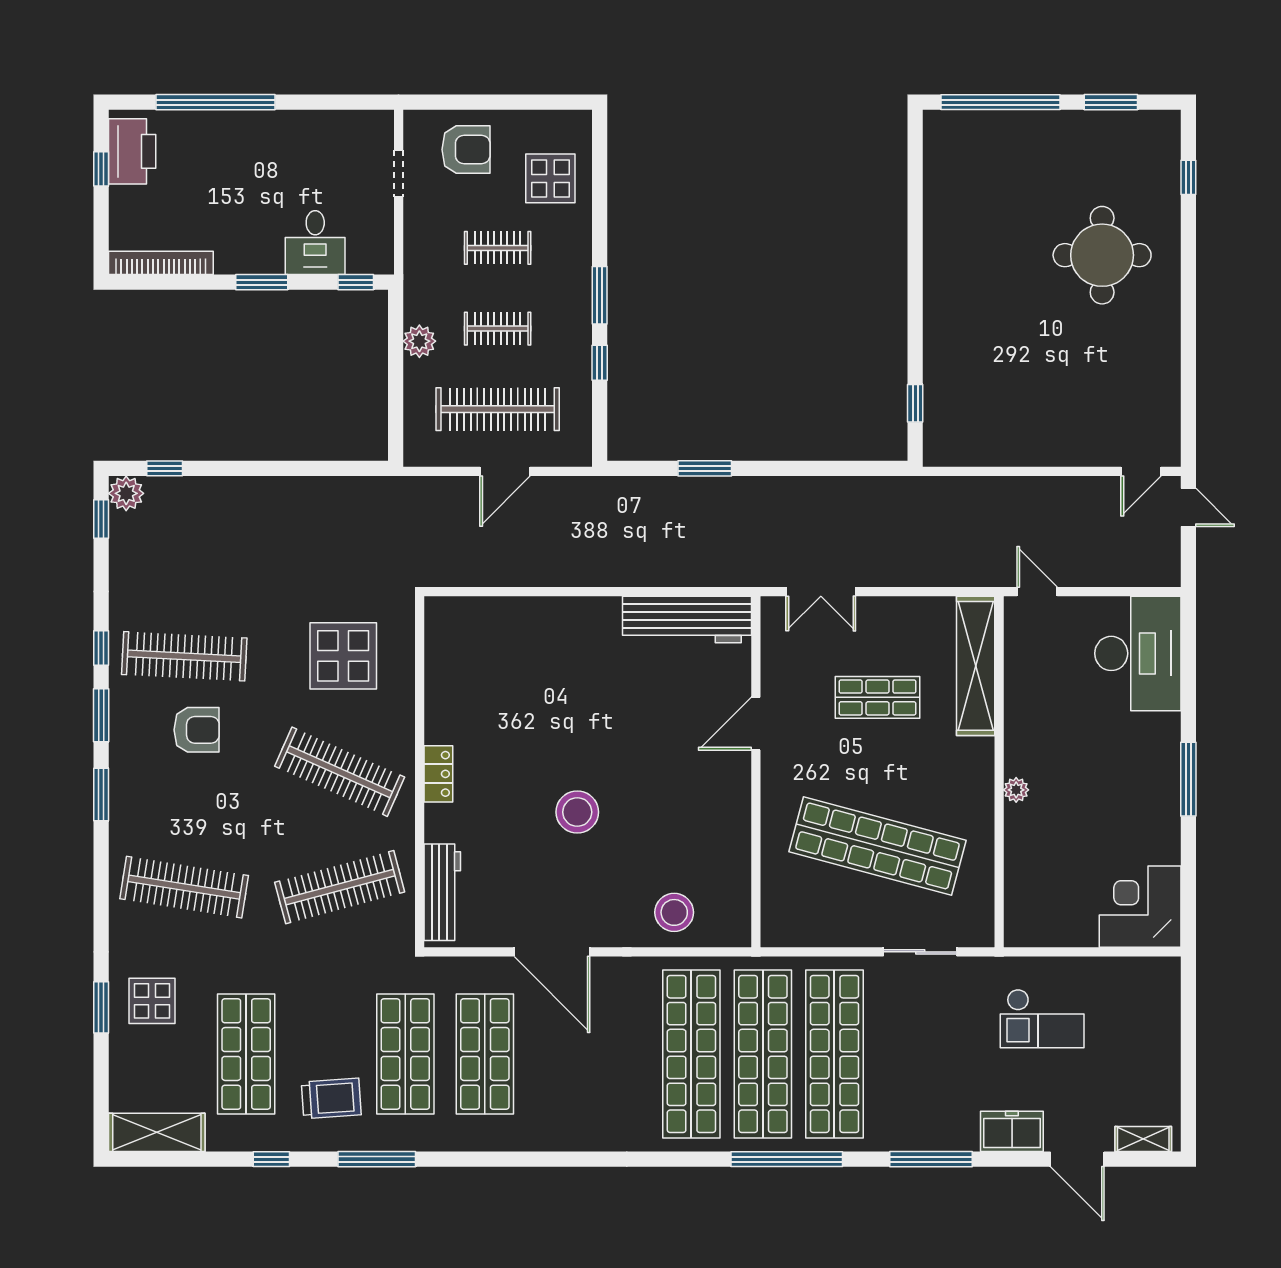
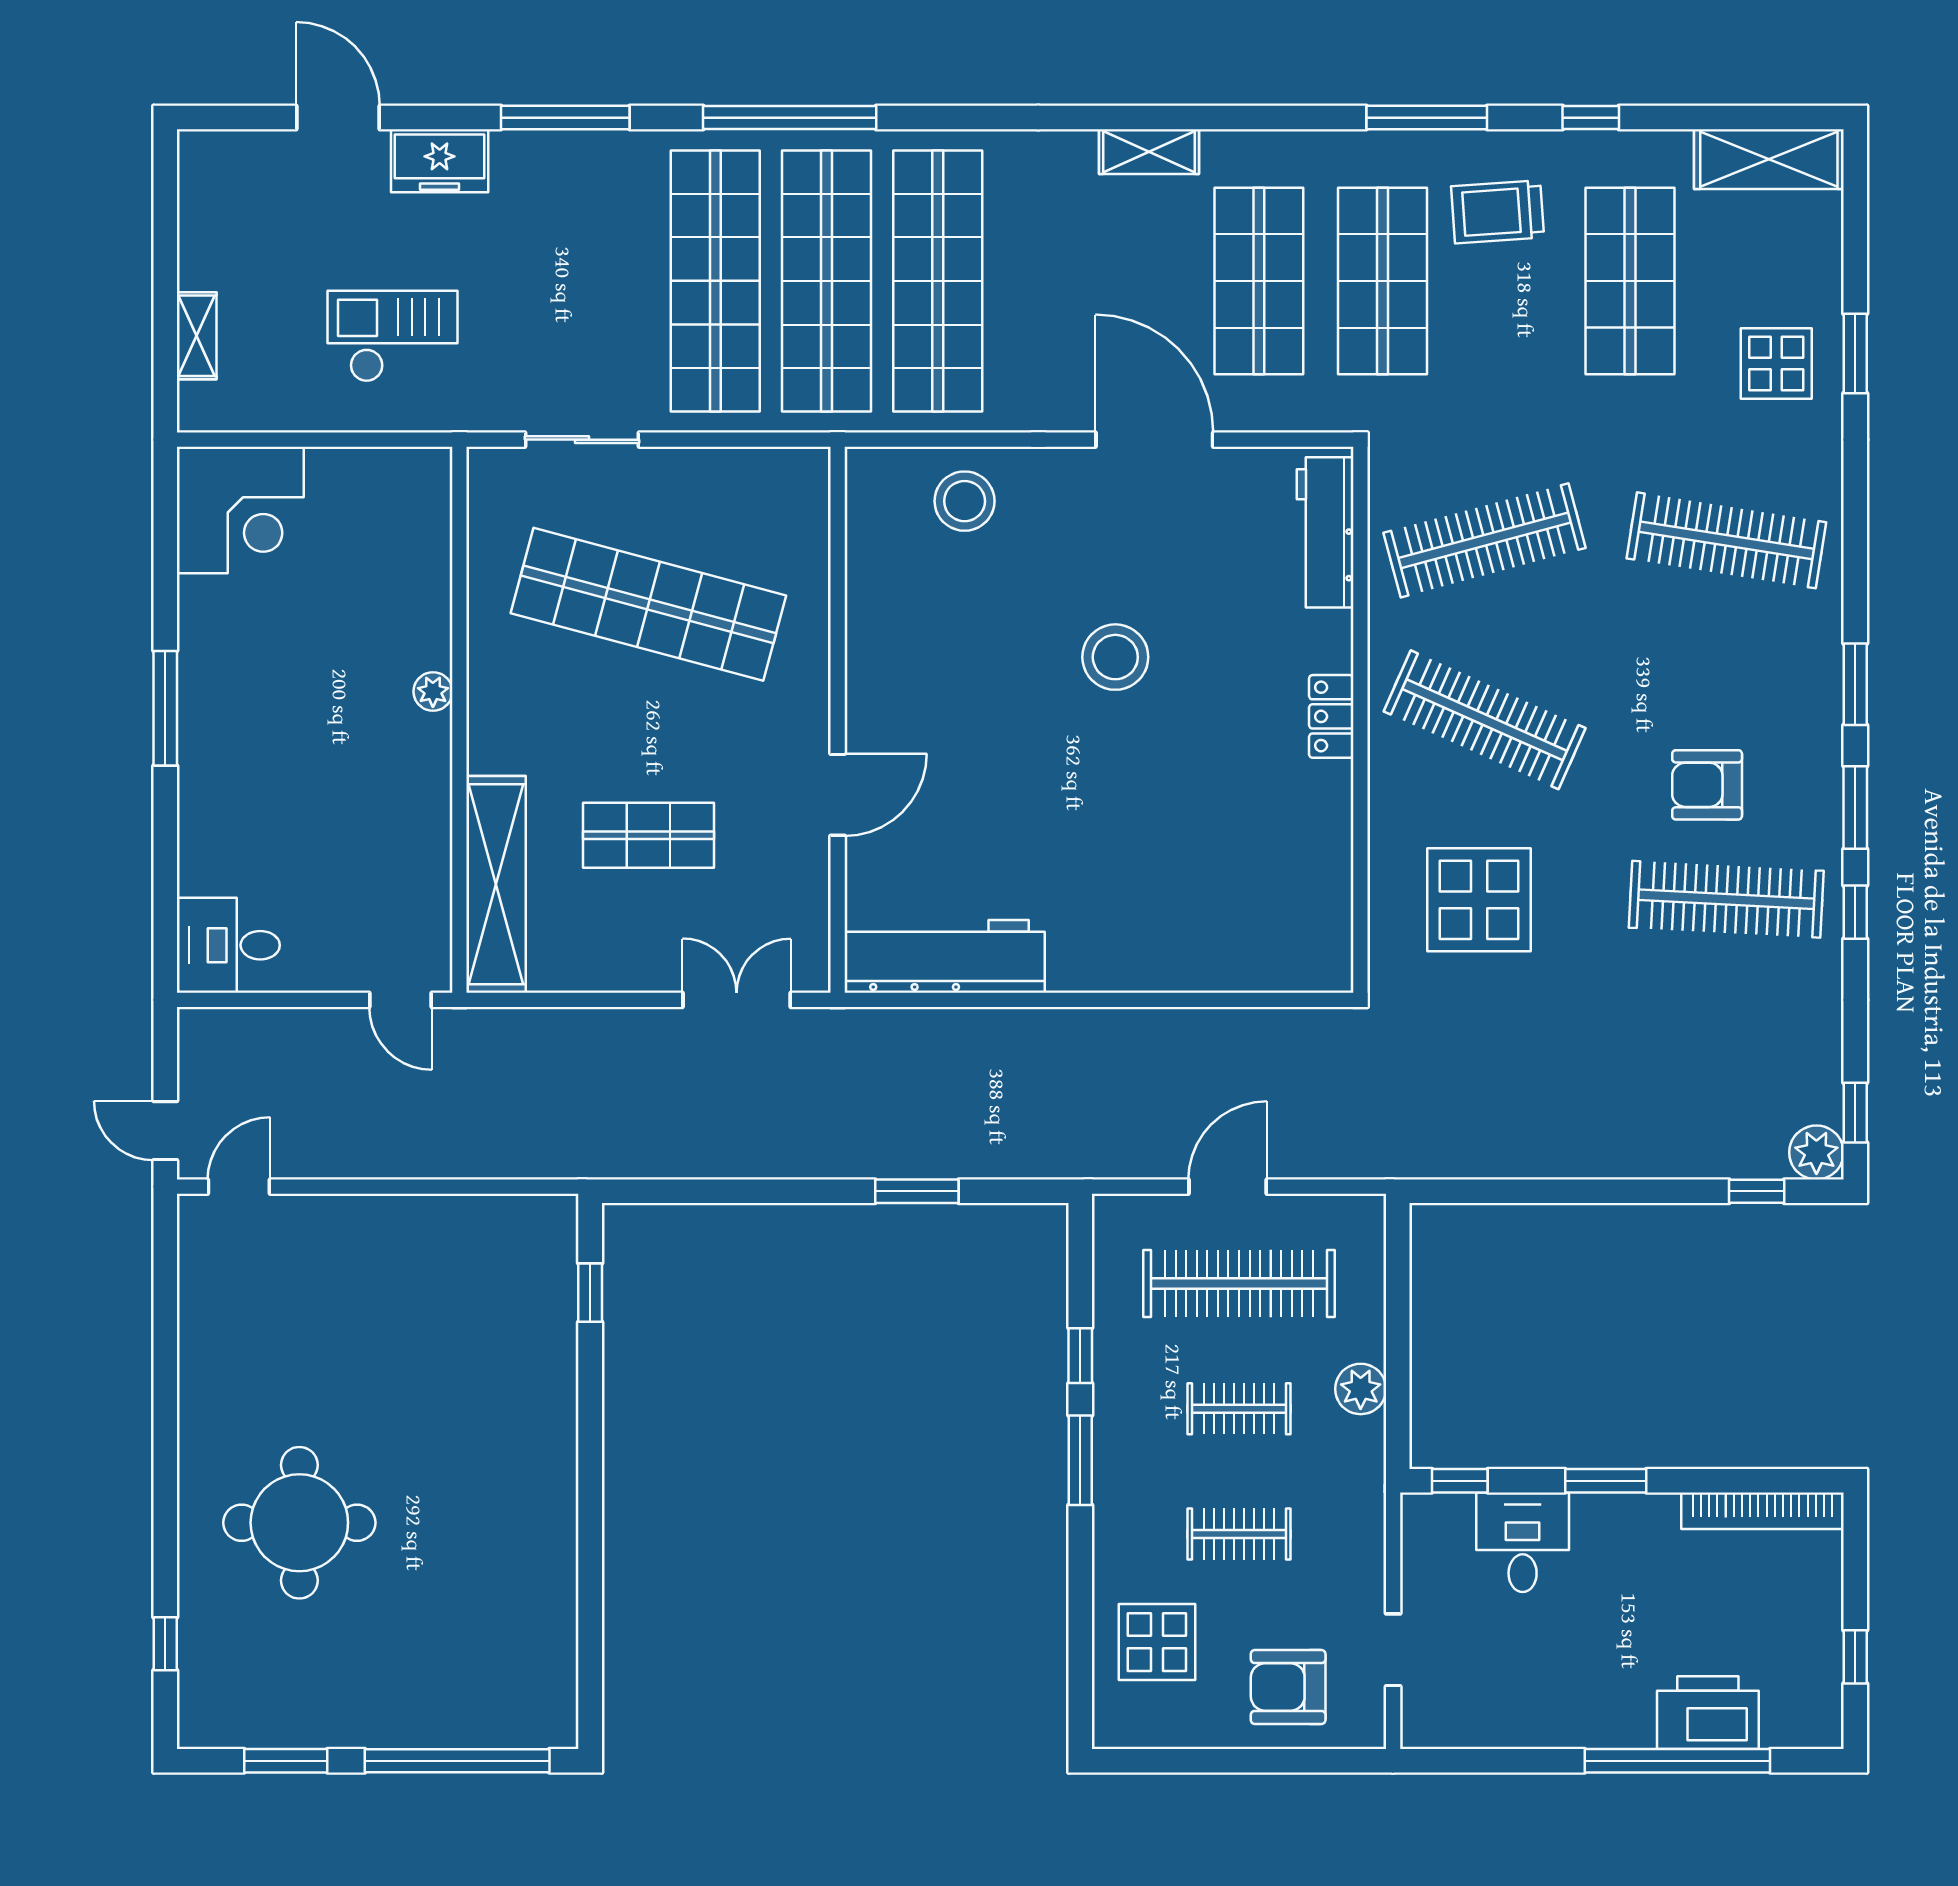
printer: (132, 151) -> (1708, 1713), moved, turned 90
desk: (1138, 653) -> (228, 945), width x0.53, depth x0.77
shelving: (556, 1137) -> (1149, 152), added
shelving: (1143, 1139) -> (197, 336), moved, turned 90

